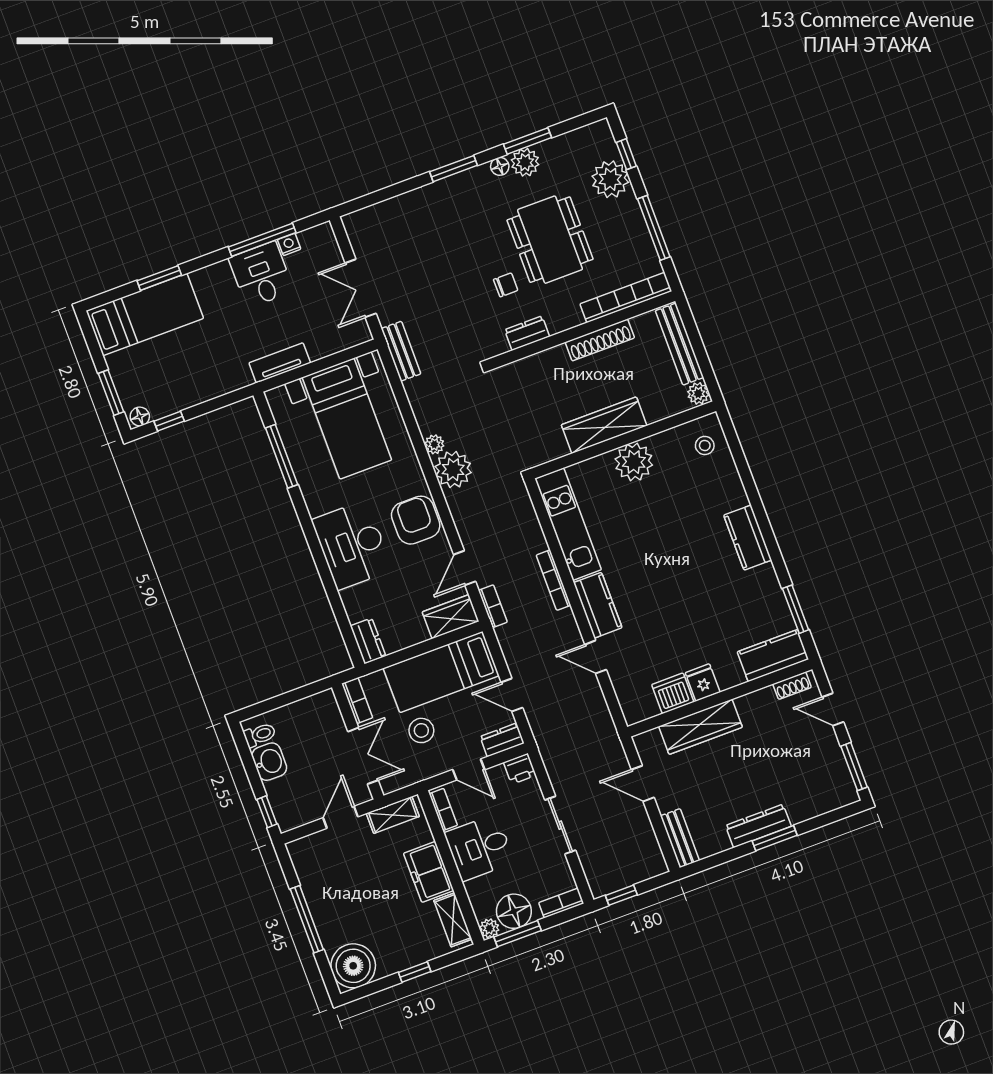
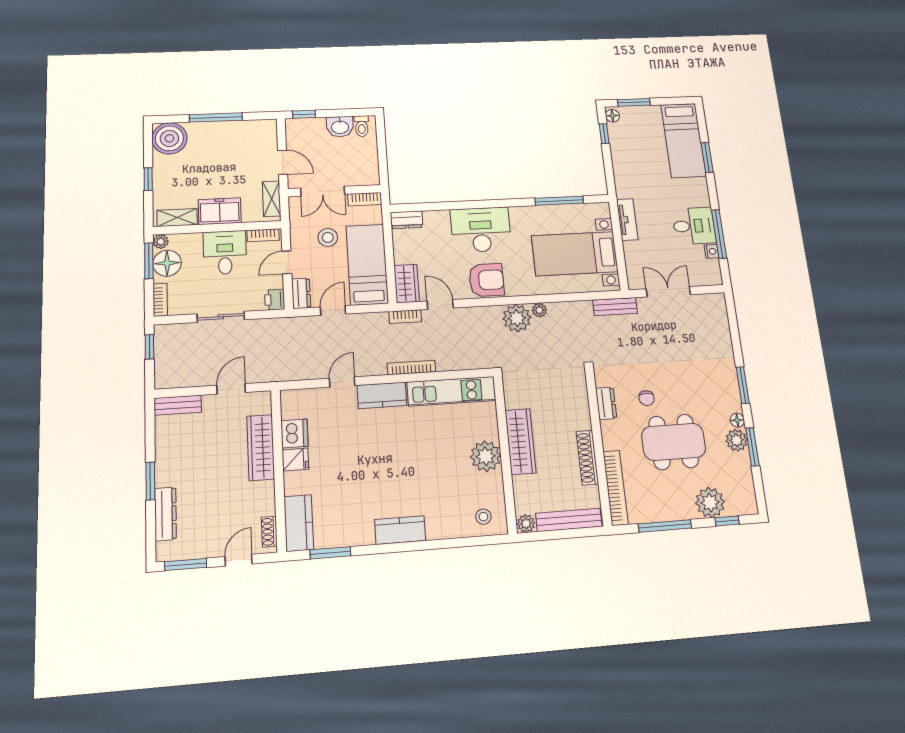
dresser: (758, 826) -> (165, 514), moved

